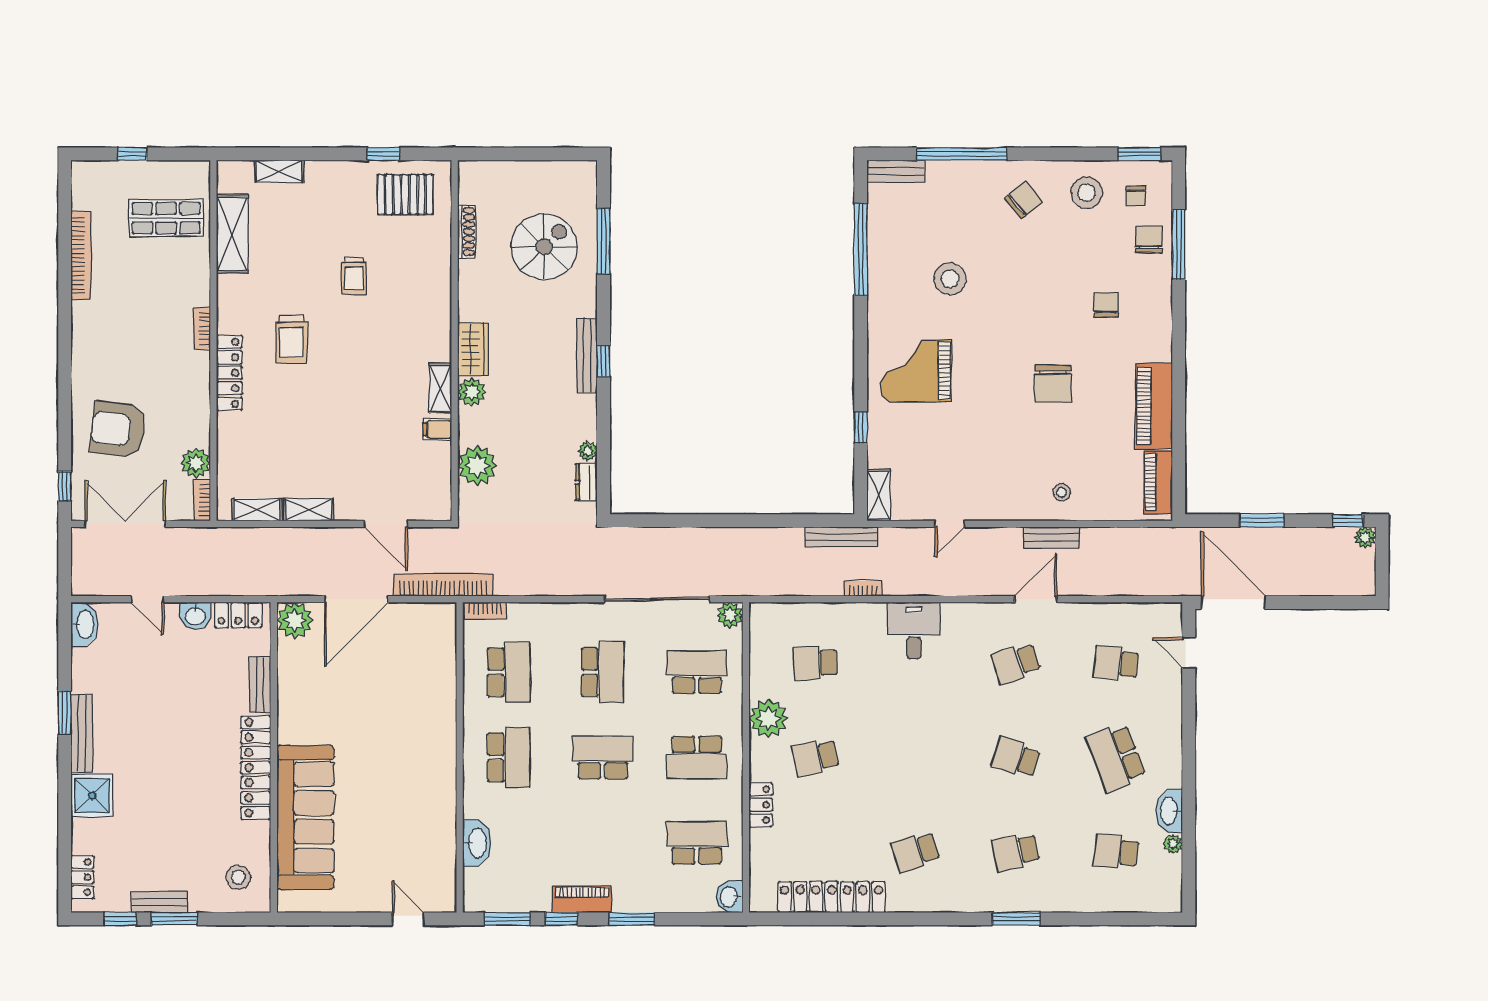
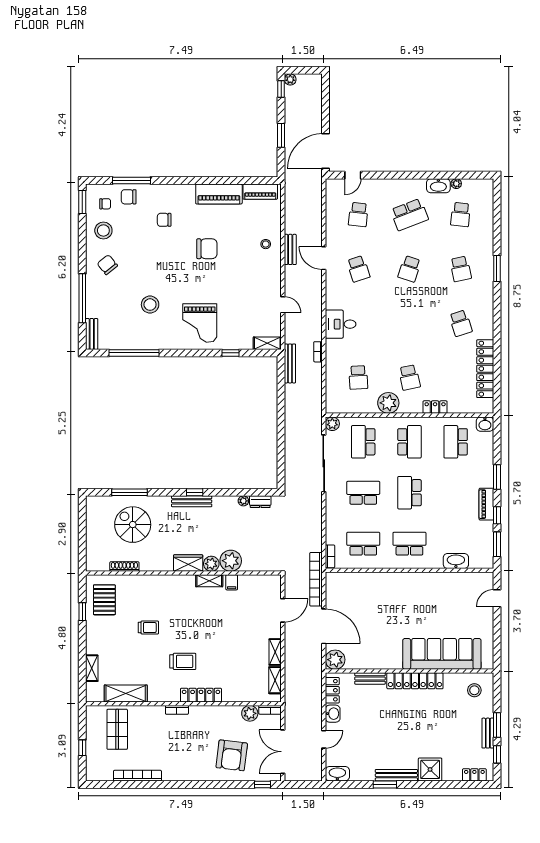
plant: (477, 466) -> (231, 561), moved

